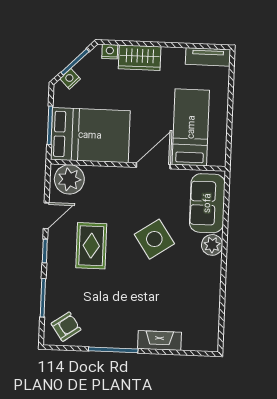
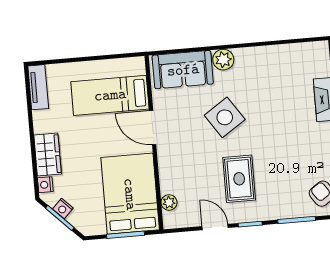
nightstand: (70, 79) -> (63, 209), moved
plant: (69, 179) -> (169, 202), width x0.53, depth x0.53
rug: (91, 246) -> (239, 179), turned 90

